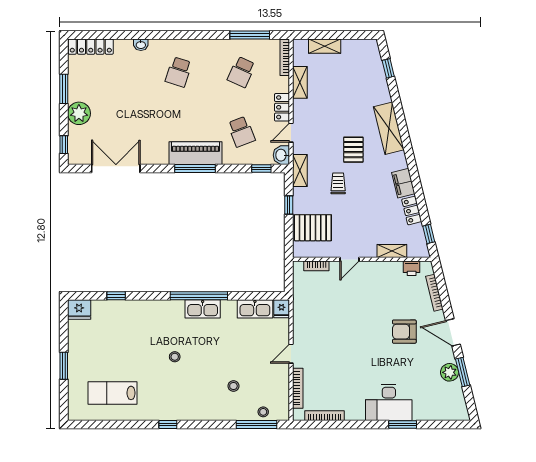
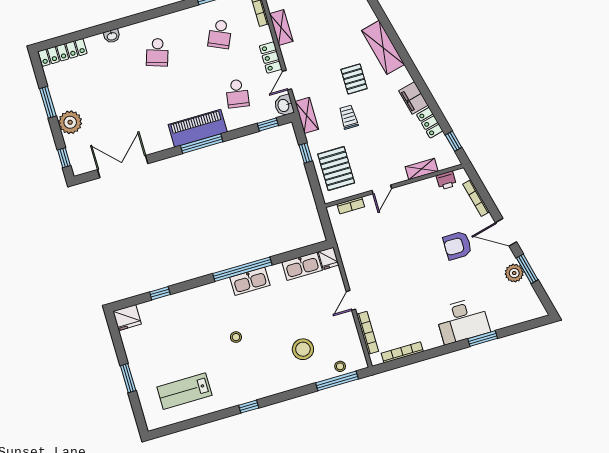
school desk: (241, 132) -> (237, 94), turned 30
pallet: (313, 228) -> (336, 168), turned 90
stool: (233, 386) -> (303, 349), width x1.89, depth x1.89

